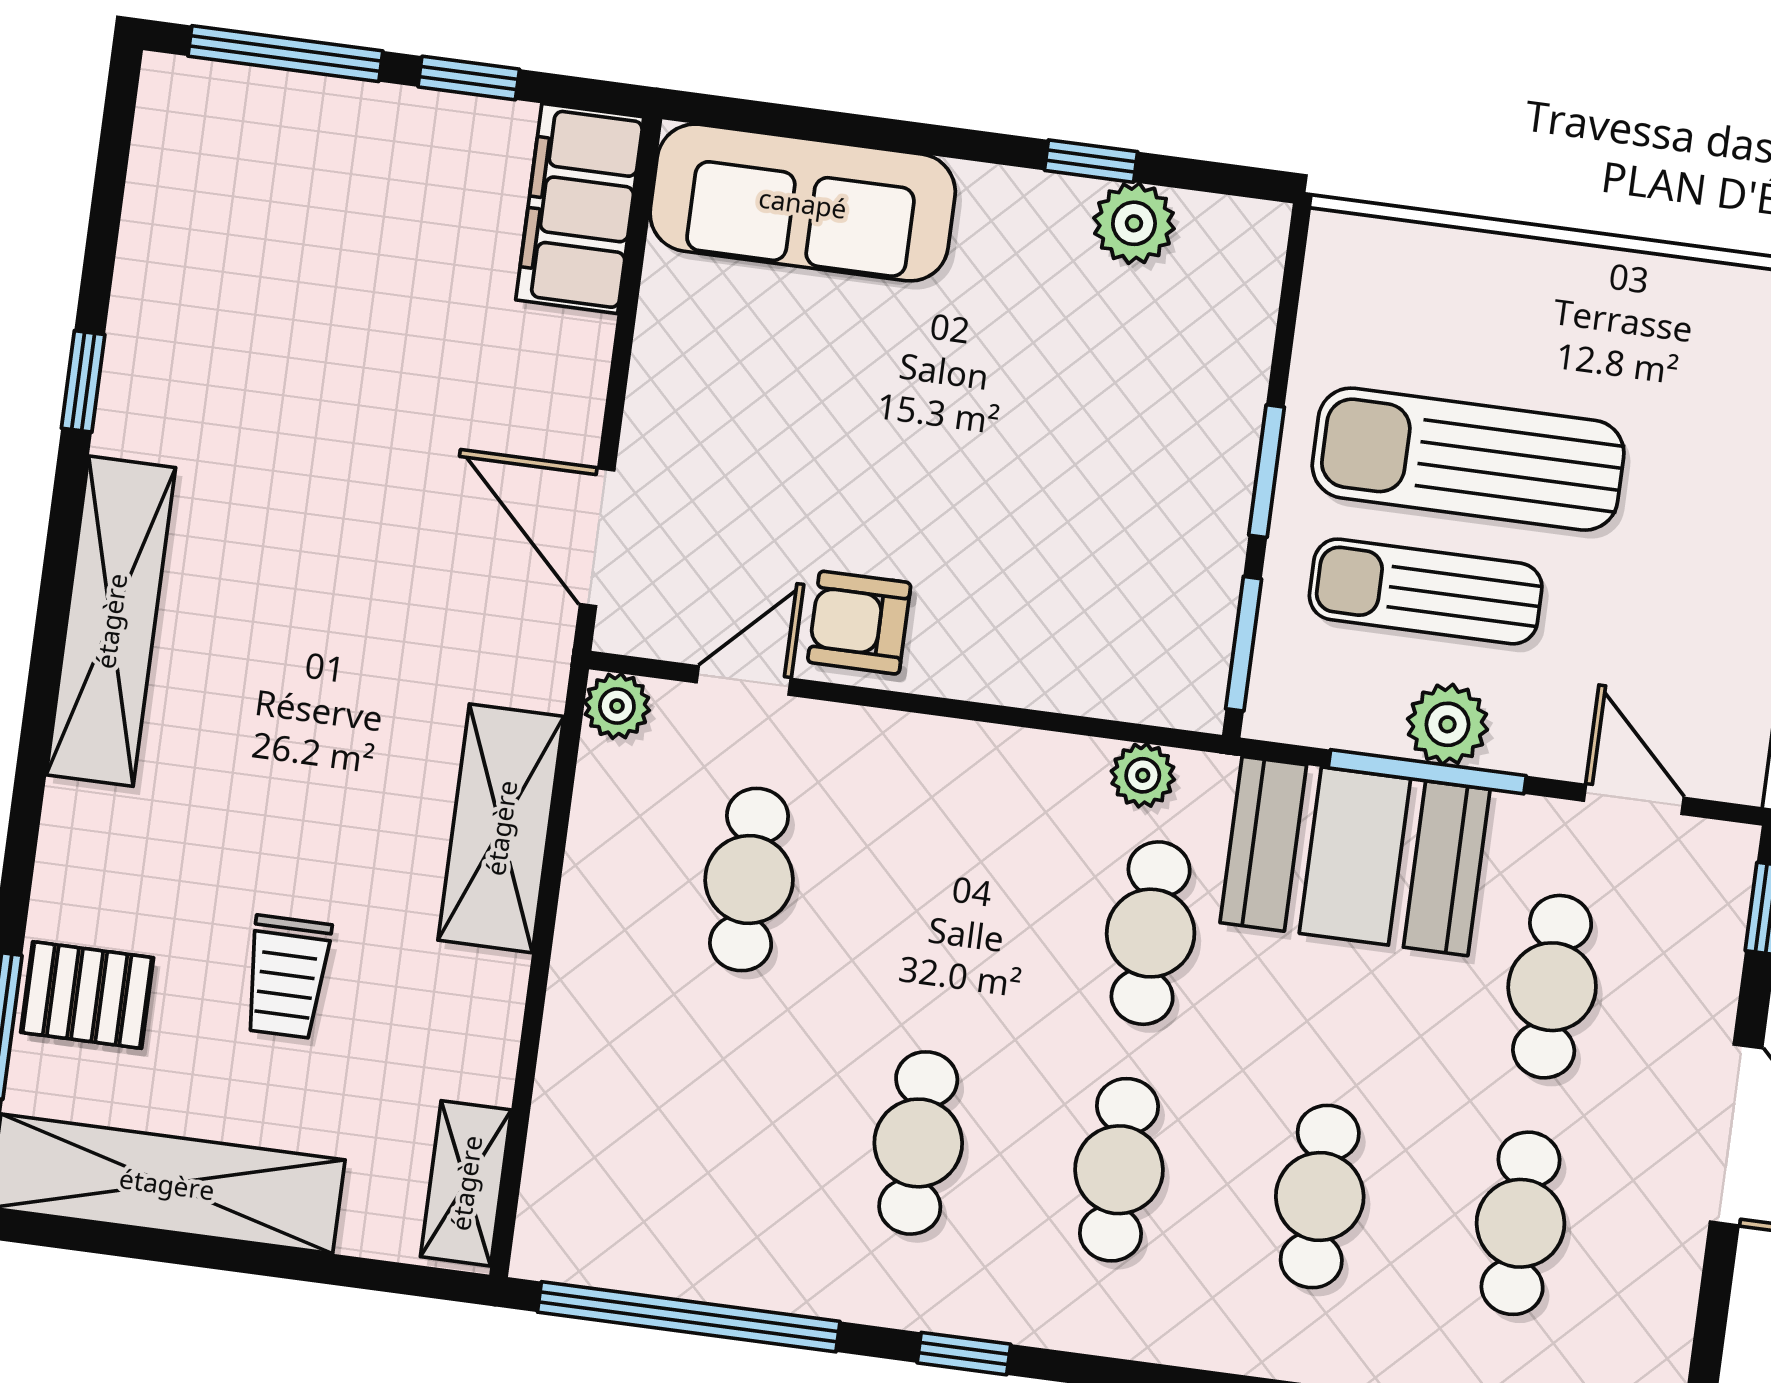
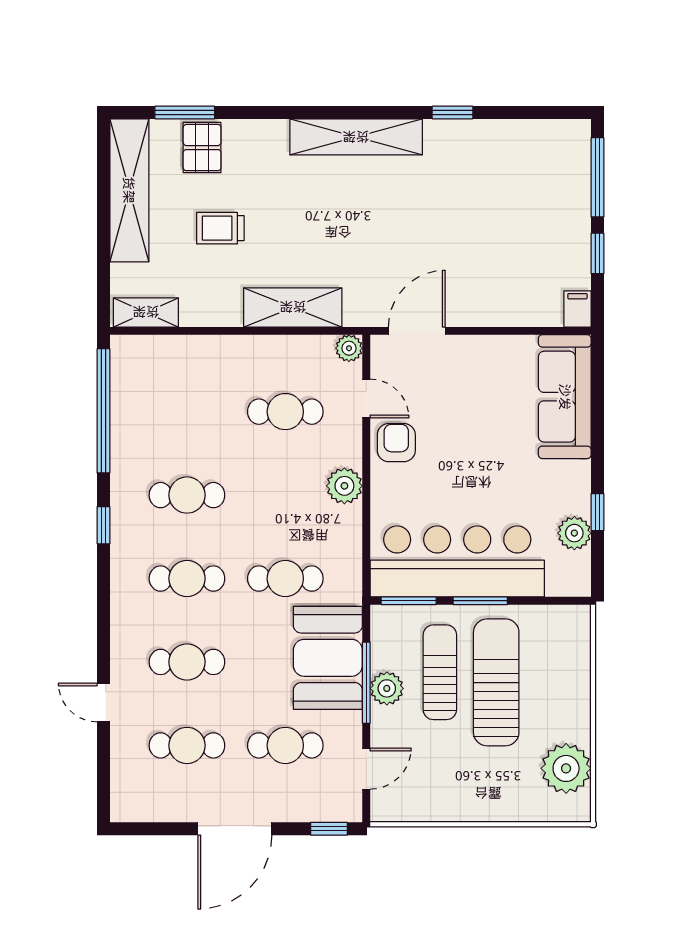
filing cabinet: (580, 208) -> (577, 309), width x0.33, depth x0.86
plant: (1697, 319) -> (566, 768), added
bar counter: (1165, 514) -> (457, 561), added
plant: (1143, 775) -> (344, 486), moved, width x1.38, depth x1.38

